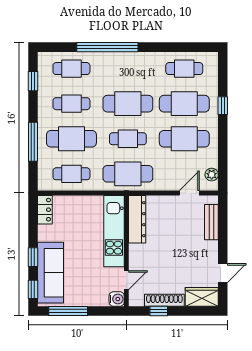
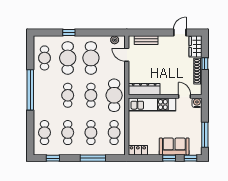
window: (107, 47) -> (30, 90), moved
cafe table: (128, 104) -> (68, 95), width x0.73, depth x0.74
cafe table: (71, 139) -> (91, 133), width x0.73, depth x0.74
sofa: (51, 273) -> (174, 146), width x0.73
door: (223, 273) -> (180, 32), hinge flipped
window: (159, 311) -> (205, 64), moved

